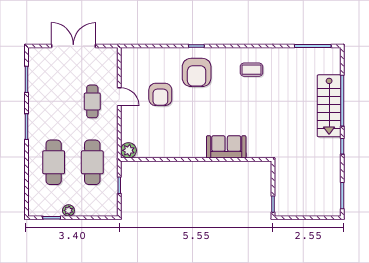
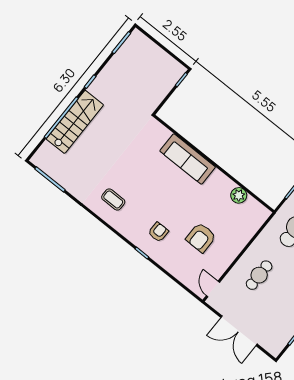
armchair: (197, 72) -> (158, 232), width x0.53, depth x0.53
armchair: (160, 94) -> (201, 238), turned 180
door: (119, 97) -> (213, 289), moved
sofa: (226, 147) -> (188, 159), width x1.36
plant: (129, 150) -> (239, 195), moved

